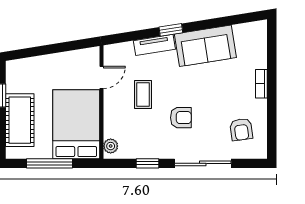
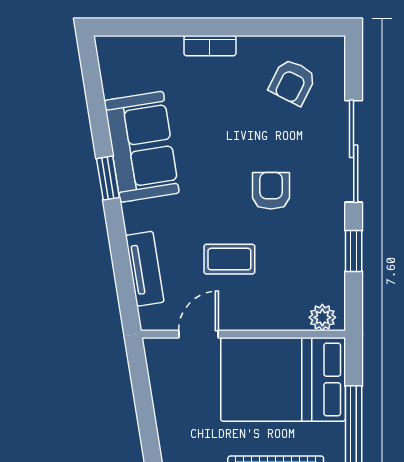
window: (171, 30) -> (108, 178), moved
tv unit: (154, 45) -> (145, 269), moved
door: (101, 77) -> (198, 334), hinge flipped
armchair: (241, 129) -> (292, 82), turned 125

